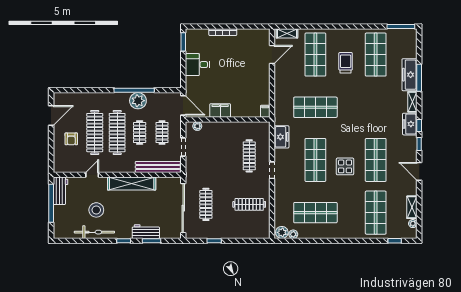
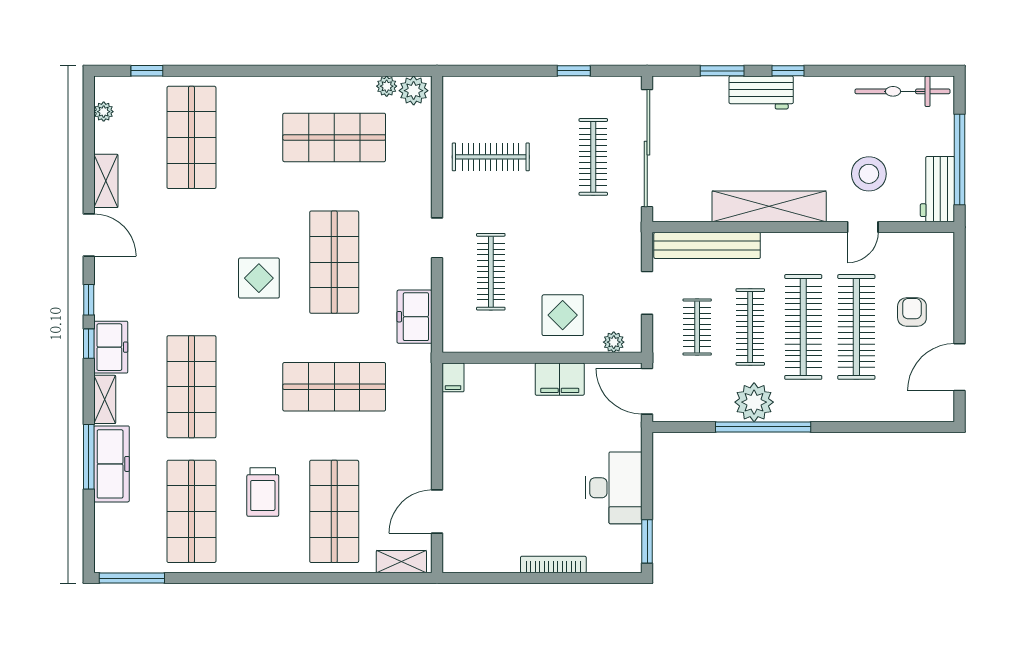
desk: (197, 65) -> (614, 488), width x1.37
clothes rail: (140, 133) -> (750, 327), width x1.36
display table: (219, 137) -> (563, 315), added
shop shelf: (376, 160) -> (191, 387), moved
display table: (345, 166) -> (259, 278), moved
shelving: (412, 207) -> (106, 181), moved
stool: (96, 210) -> (869, 174), moved
bicycle: (94, 232) -> (902, 91), moved
workbench: (146, 232) -> (761, 93), moved

